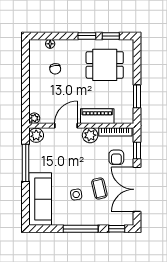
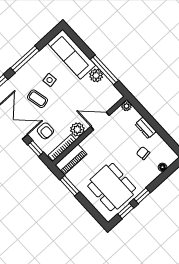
dining table: (105, 65) -> (112, 187), width x1.38
dresser: (35, 87) -> (146, 128), added
piano: (97, 116) -> (71, 160), moved
door: (66, 126) -> (100, 121), swing flipped
plant: (36, 135) -> (96, 75), moved
armchair: (116, 157) -> (45, 131), turned 180

